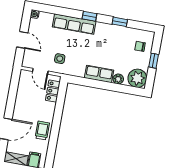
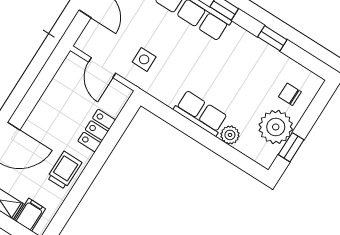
window: (154, 61) -> (291, 147), moved
plant: (137, 78) -> (276, 127), moved
locker: (53, 91) -> (97, 131), moved

